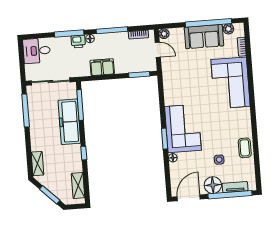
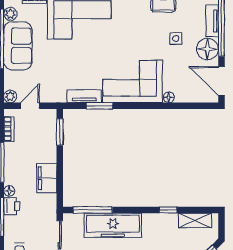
tv unit: (169, 92) -> (84, 96), added
window: (165, 139) -> (100, 106), moved
window: (84, 153) -> (168, 210), moved

